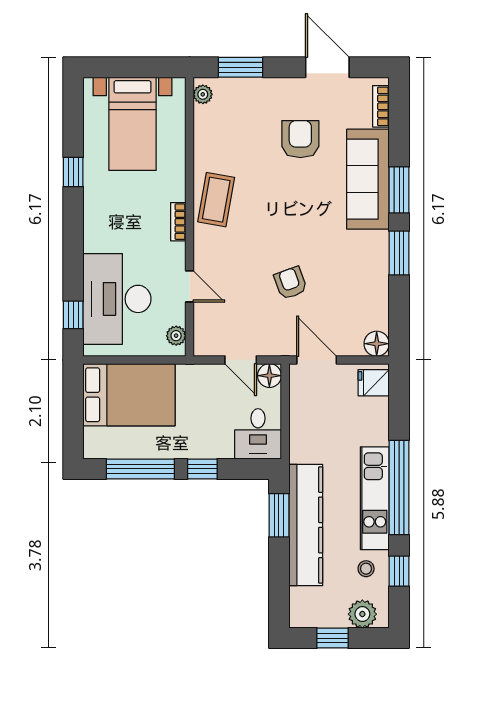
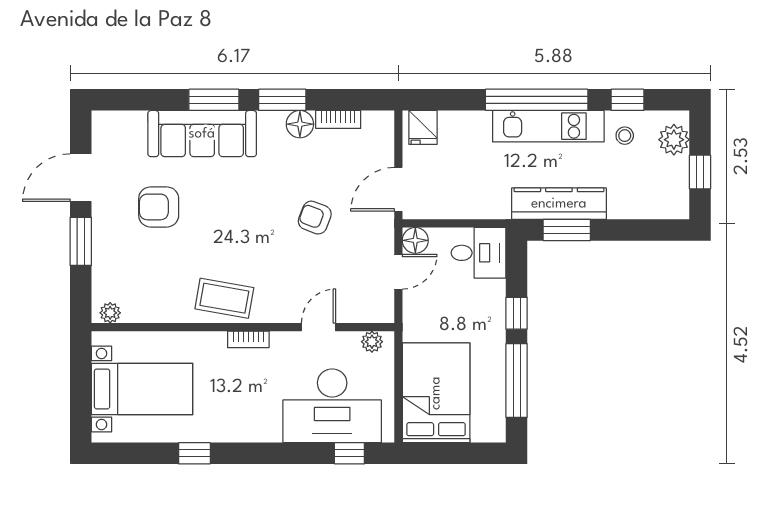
window: (241, 67) -> (81, 241), moved
bookcase: (381, 106) -> (338, 119), moved
armchair: (290, 283) -> (315, 218), turned 41
floor lamp: (377, 344) -> (300, 124), moved
kitchen counter: (306, 525) -> (559, 204), width x0.72, depth x0.86

